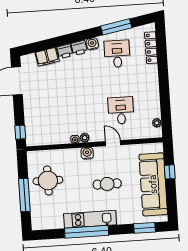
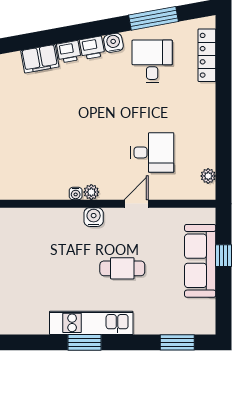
desk: (121, 111) -> (152, 152), turned 90
door: (113, 143) -> (136, 204), hinge flipped
round table: (48, 180) -> (28, 257), removed
sofa: (153, 184) -> (200, 261), width x0.74, depth x0.79
window: (87, 232) -> (85, 342), width x0.47

